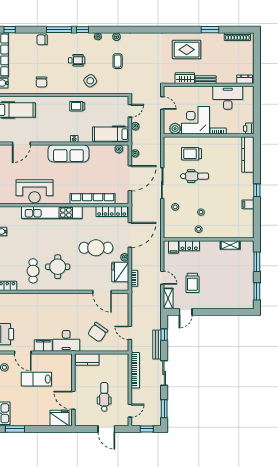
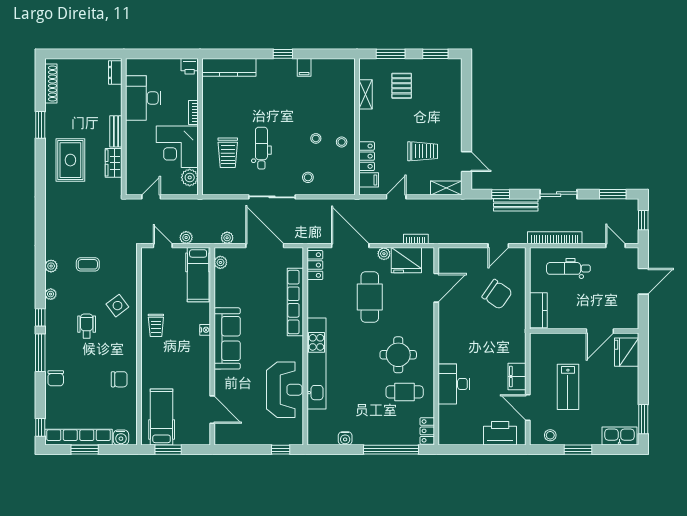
locker: (112, 211) -> (315, 265), width x0.66
pallet: (236, 269) -> (402, 86), added
door: (162, 278) -> (396, 197), moved
desk: (66, 341) -> (454, 384), moved, turned 180
door: (23, 352) -> (528, 407), swing flipped
dental chair: (104, 397) -> (568, 268), moved

